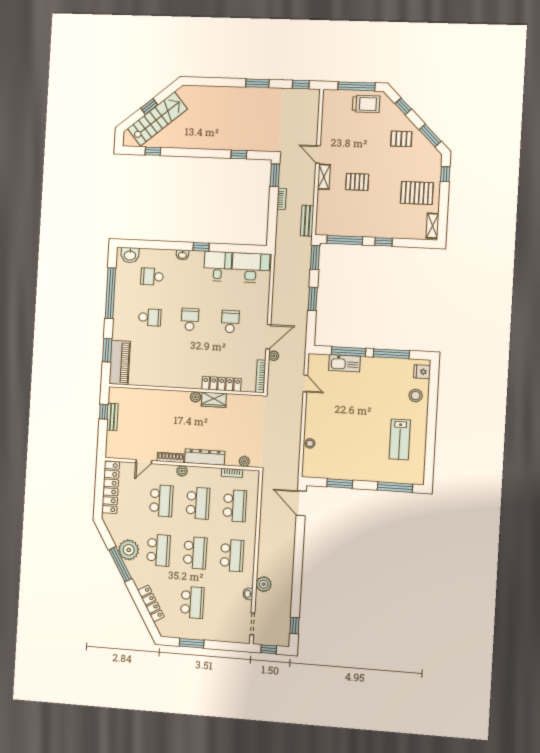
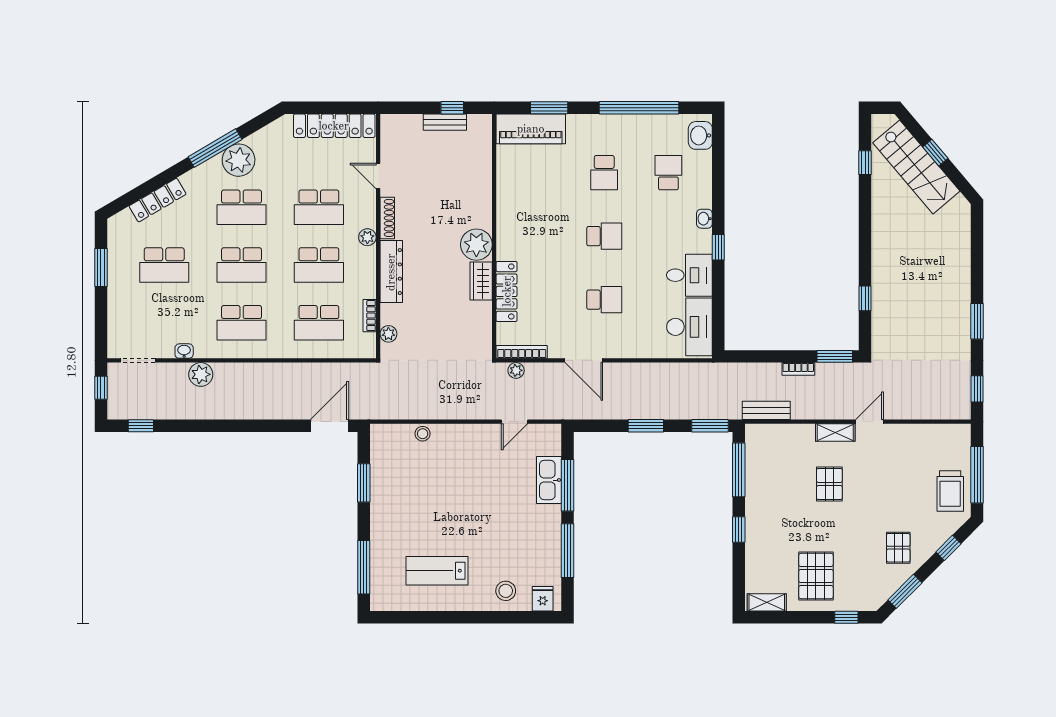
plant: (274, 356) -> (516, 370), moved
plant: (196, 397) -> (476, 245), width x1.87, depth x1.87

